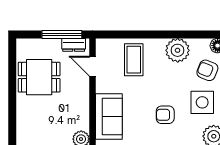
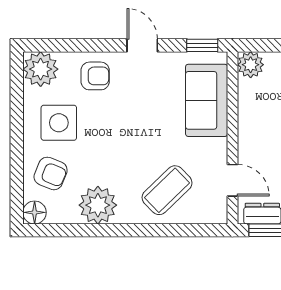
coffee table: (134, 60) -> (167, 190), turned 46
armchair: (165, 115) -> (95, 76), moved

